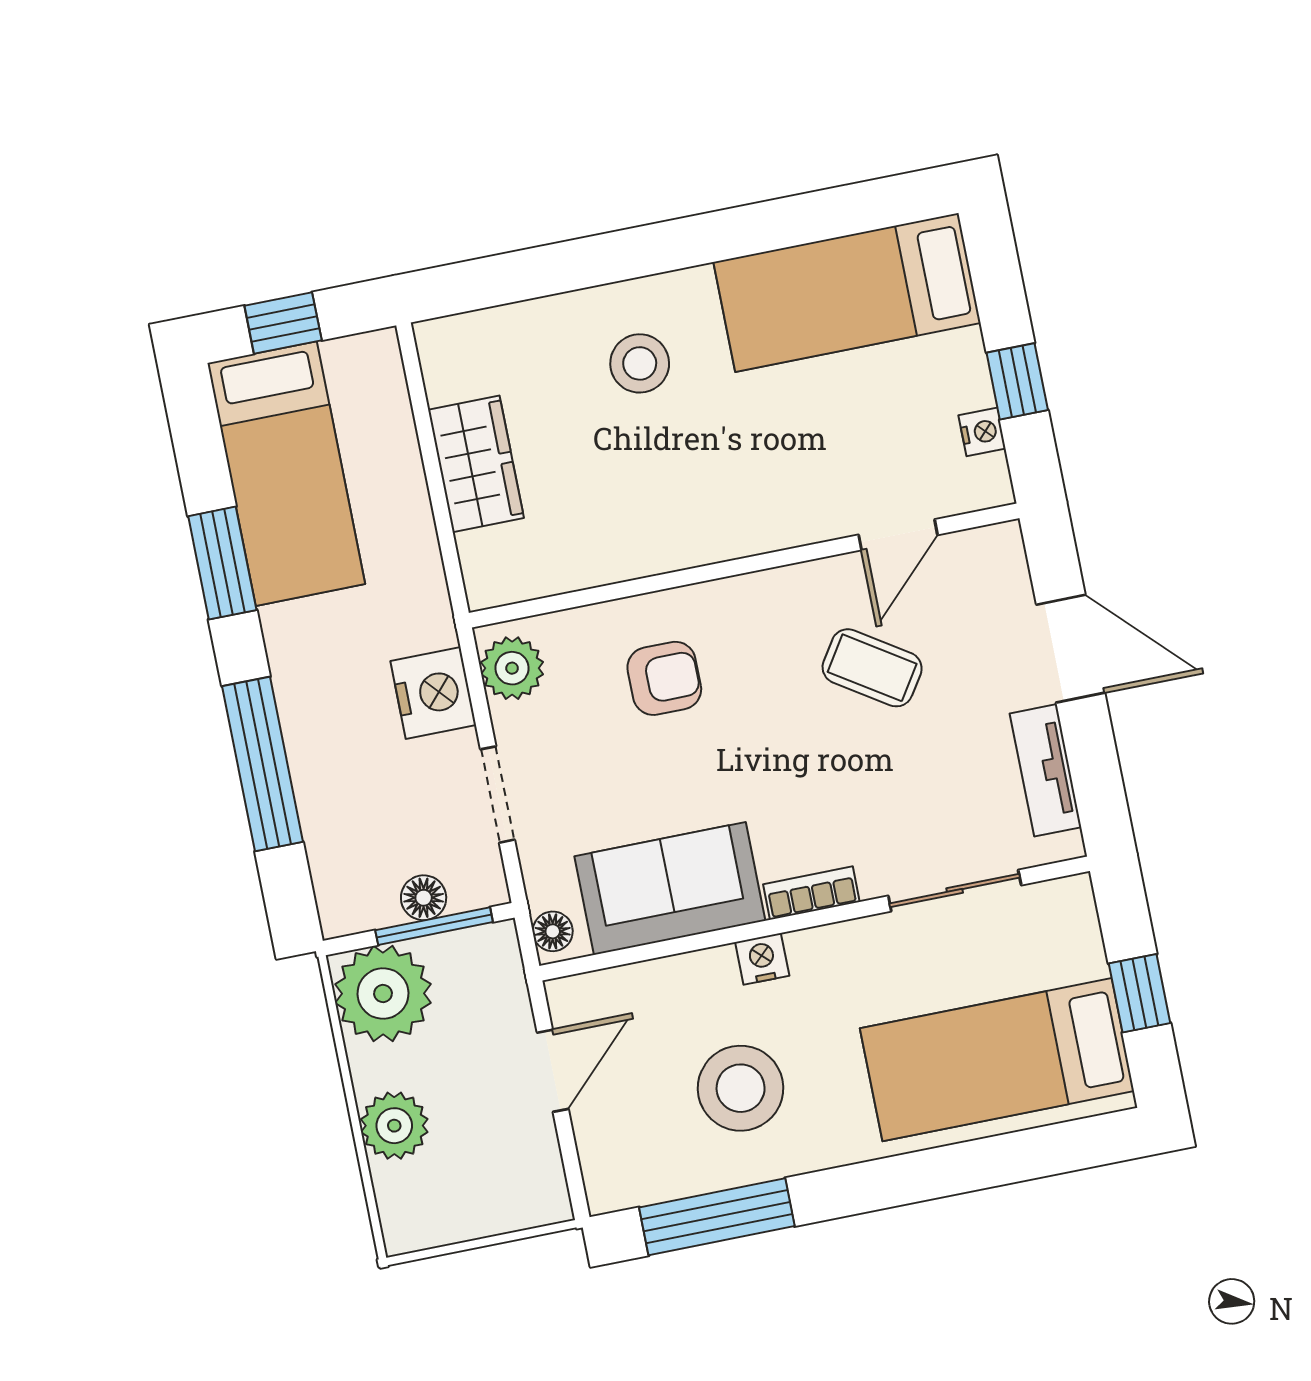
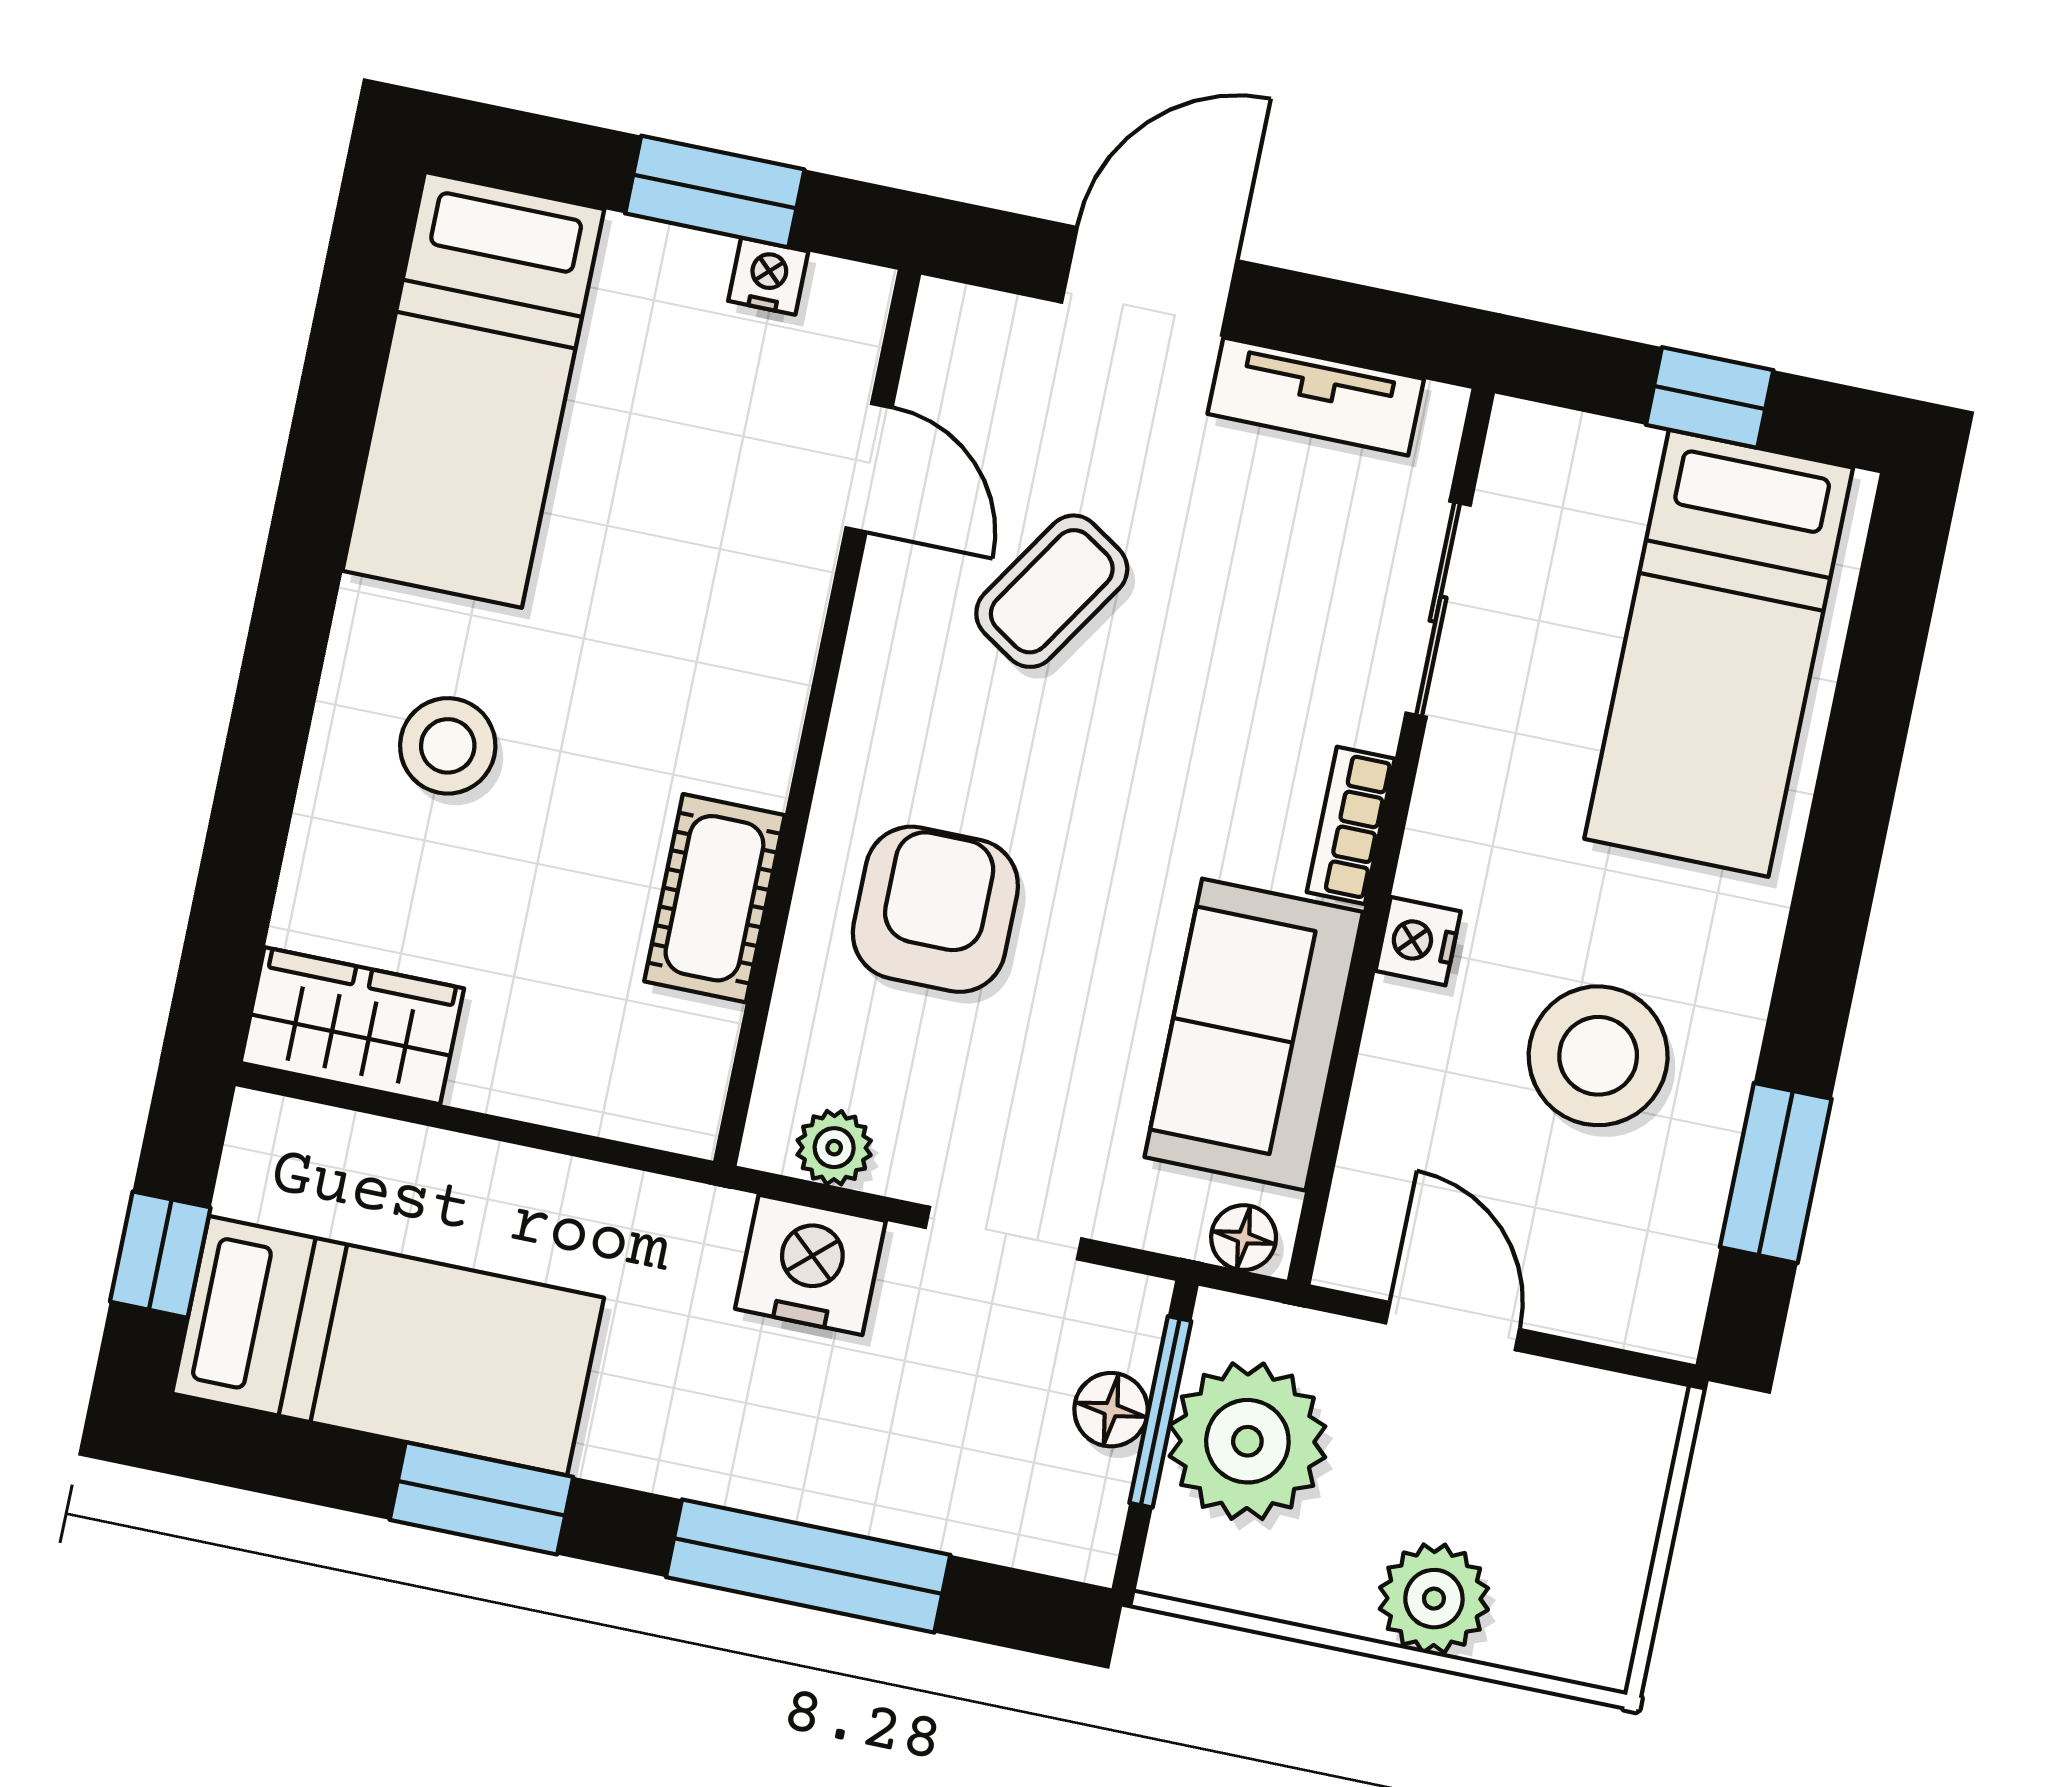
window: (1017, 381) -> (715, 191), width x1.50
wardrobe: (476, 464) -> (352, 1026), moved
cot: (618, 551) -> (714, 898), added
plant: (512, 668) -> (834, 1148), width x0.73, depth x0.73
armchair: (664, 678) -> (935, 909), width x1.38, depth x1.38
plant: (383, 994) -> (1247, 1441), moved
window: (717, 1217) -> (1776, 1173), width x0.69

